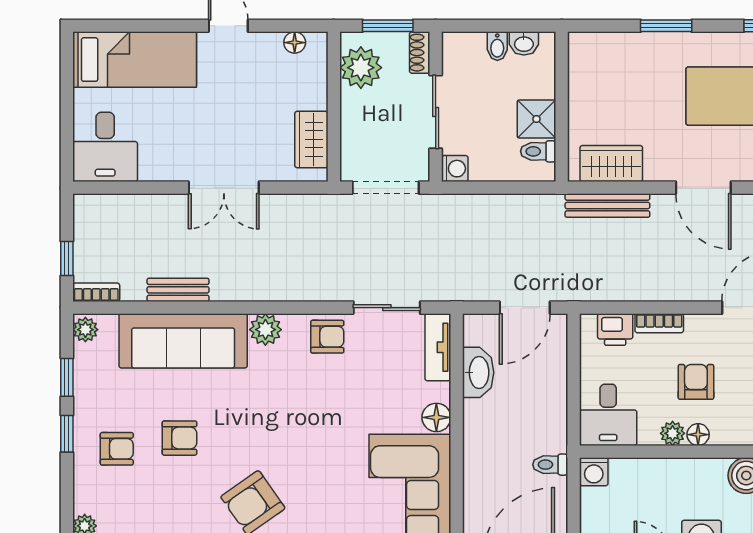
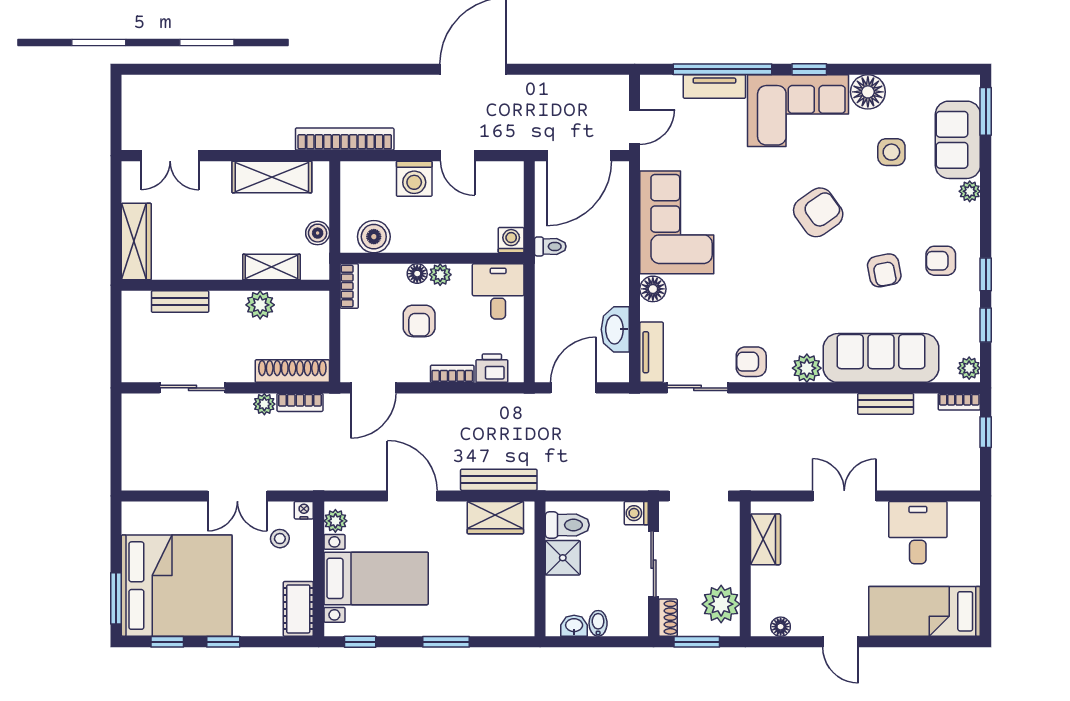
desk: (105, 147) -> (918, 533), moved
toilet: (538, 151) -> (567, 525), width x1.37, depth x1.39
armchair: (180, 438) -> (884, 270), turned -101

